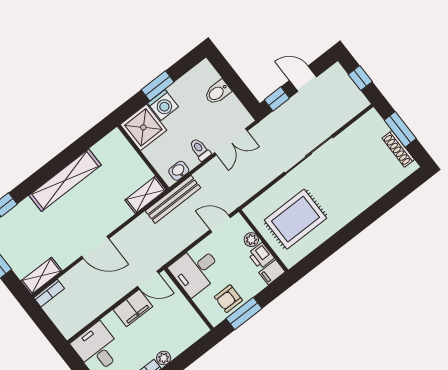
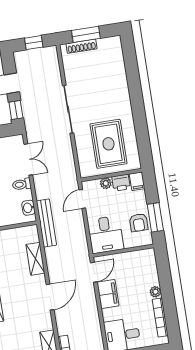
shoe rack: (398, 149) -> (81, 46), moved
shelving: (145, 195) -> (35, 259), moved

